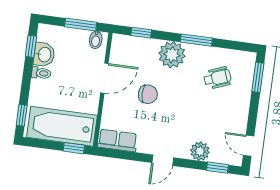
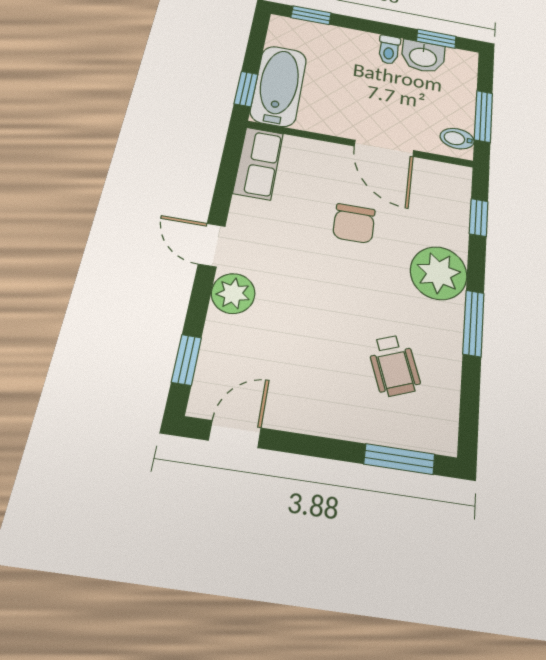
bathtub: (62, 126) -> (279, 86), width x0.73, depth x0.73
plant: (200, 151) -> (233, 293), moved

